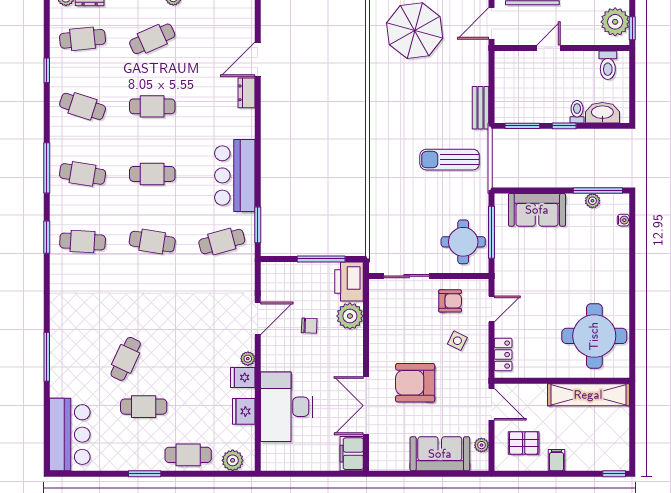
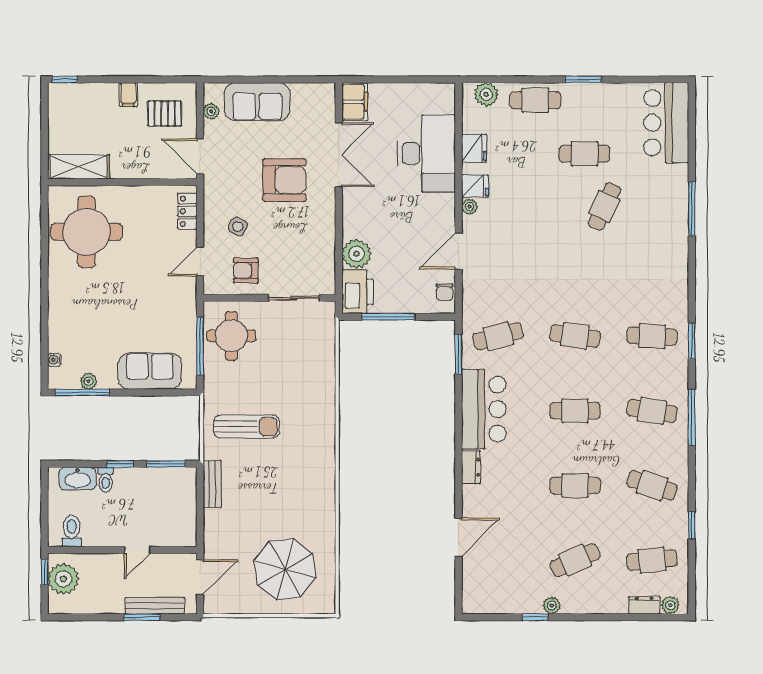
dresser: (246, 93) -> (471, 467), moved
chair: (309, 326) -> (444, 292), moved, turned -92
shelving: (588, 395) -> (79, 167), width x0.68

